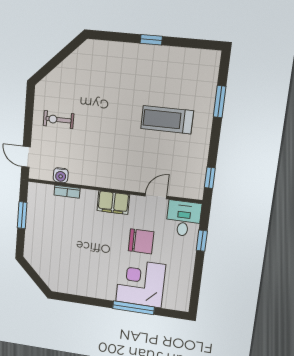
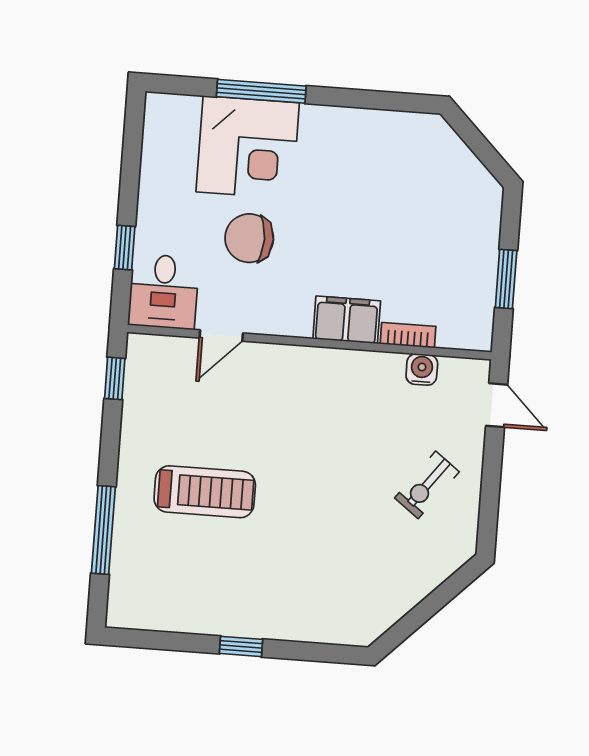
window: (220, 102) -> (103, 530), width x1.44
exercise bike: (59, 120) -> (427, 485), turned 127
filing cabinet: (113, 203) -> (347, 320), moved

